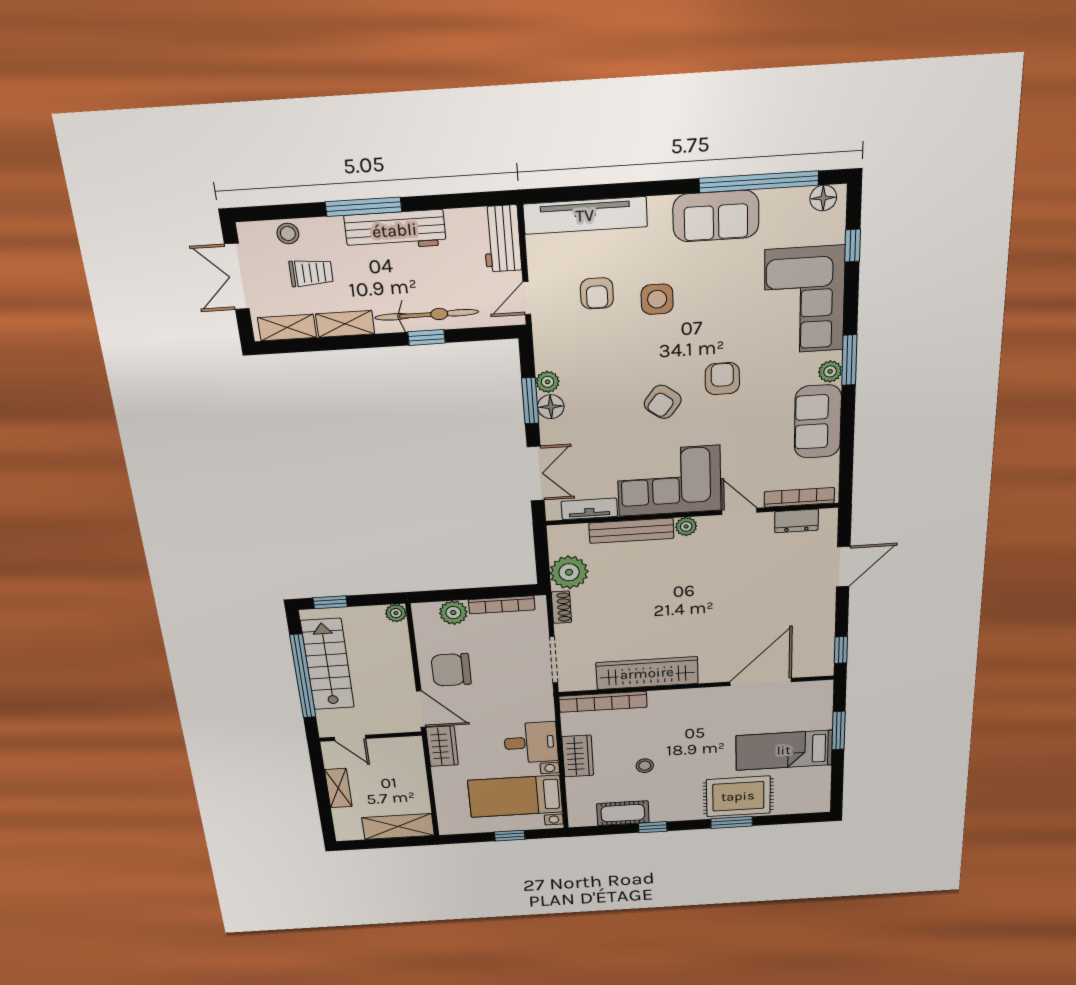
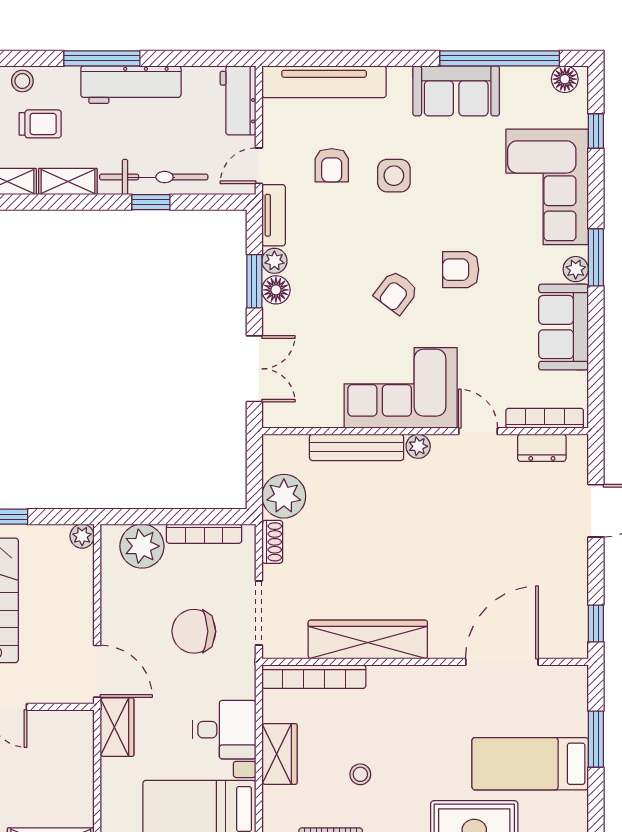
armchair: (722, 379) -> (461, 270), turned -90
tv unit: (589, 509) -> (274, 215), moved, turned 90
plant: (453, 613) -> (142, 546), width x1.36, depth x1.36
chair: (451, 670) -> (194, 631), moved

